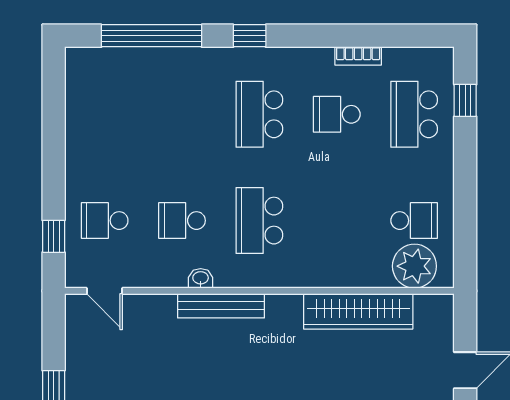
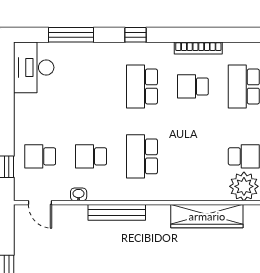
window: (152, 36) -> (71, 35), width x0.68
bookcase: (358, 56) -> (198, 48), width x1.56
desk: (95, 85) -> (34, 67), added
washbasin: (201, 278) -> (79, 194), moved

